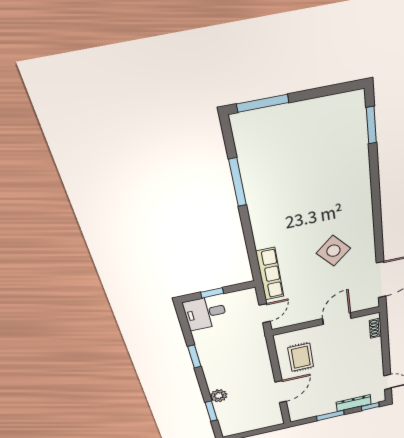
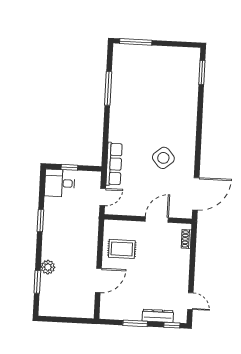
rug: (301, 357) -> (122, 249), turned 90

